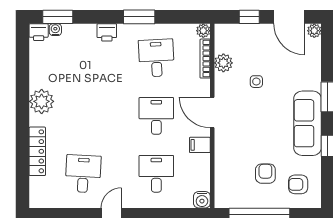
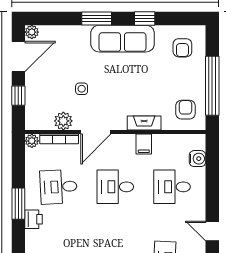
printer: (107, 32) -> (34, 219), moved
door: (212, 112) -> (96, 132), moved
fireplace: (222, 145) -> (144, 123), added
armchair: (265, 174) -> (185, 110), moved, turned 90
water cooler: (202, 200) -> (197, 159), moved

